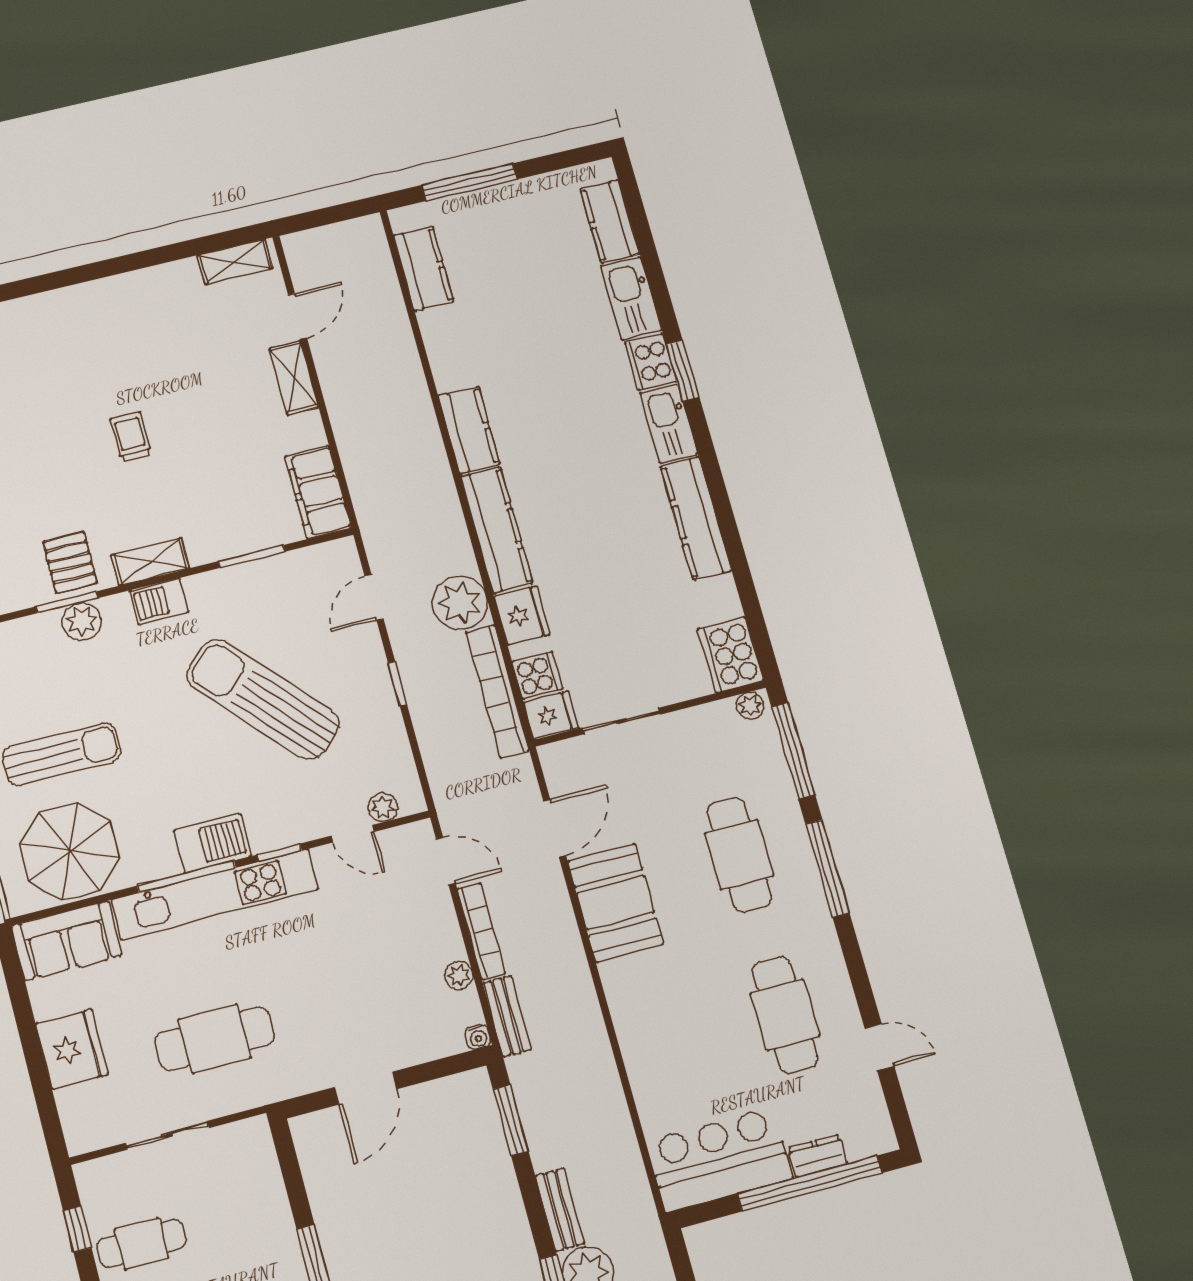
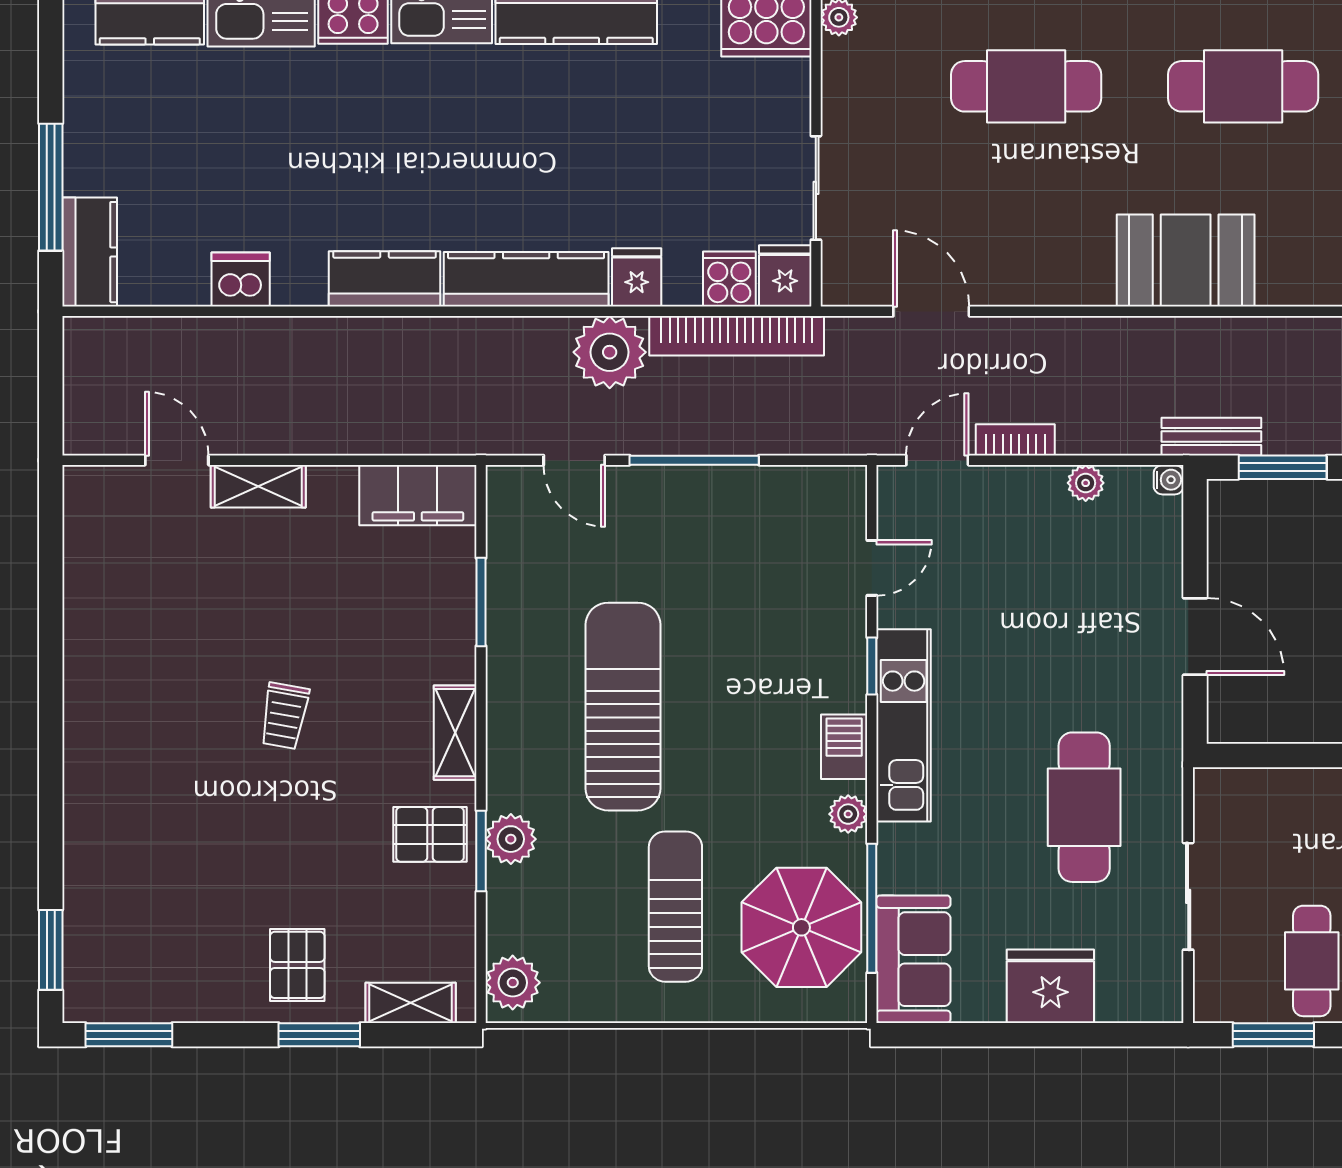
shelving: (235, 262) -> (83, 522), removed
kitchen counter: (423, 269) -> (90, 252), moved, turned 90
dishwasher: (440, 329) -> (241, 280), added
trolley: (131, 437) -> (284, 716), turned -80
barbecue: (159, 601) -> (510, 735), removed
fridge: (522, 615) -> (637, 277), width x0.72
window: (398, 684) -> (694, 460), width x2.17
sun lounger: (263, 699) -> (623, 707), moved, turned 132
plant: (383, 807) -> (848, 814), moved
barbecue: (213, 843) -> (844, 747), width x0.73, depth x0.79
window: (186, 877) -> (872, 908), moved
kitchen unit: (215, 894) -> (904, 725), width x0.73
booth: (615, 903) -> (1186, 261), moved
bookcase: (481, 931) -> (1015, 440), width x0.64
bench: (507, 1016) -> (1211, 437), moved
window: (77, 1229) -> (1273, 1035), width x1.50

